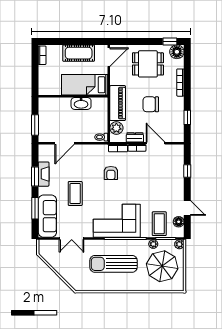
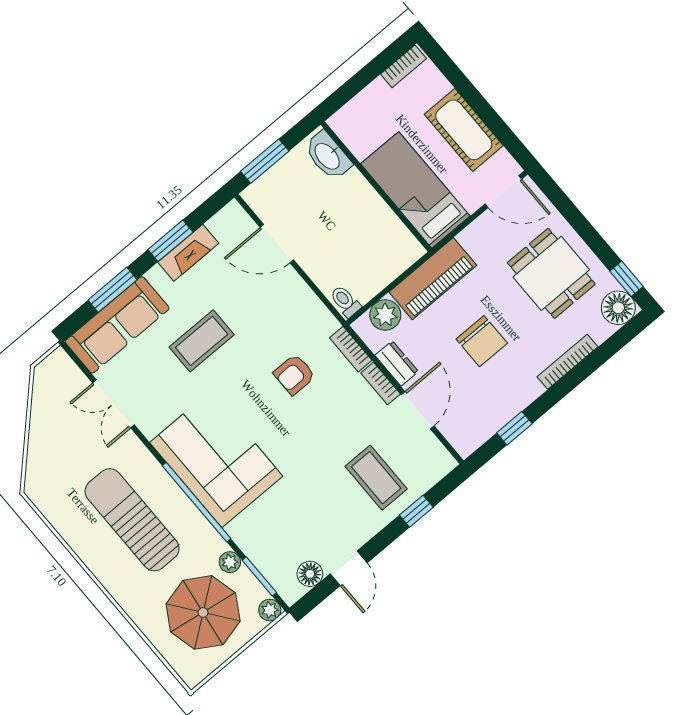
washbasin: (81, 103) -> (328, 156), moved
chair: (151, 104) -> (482, 341), turned 180
coffee table: (159, 224) -> (376, 478), moved, turned 90

